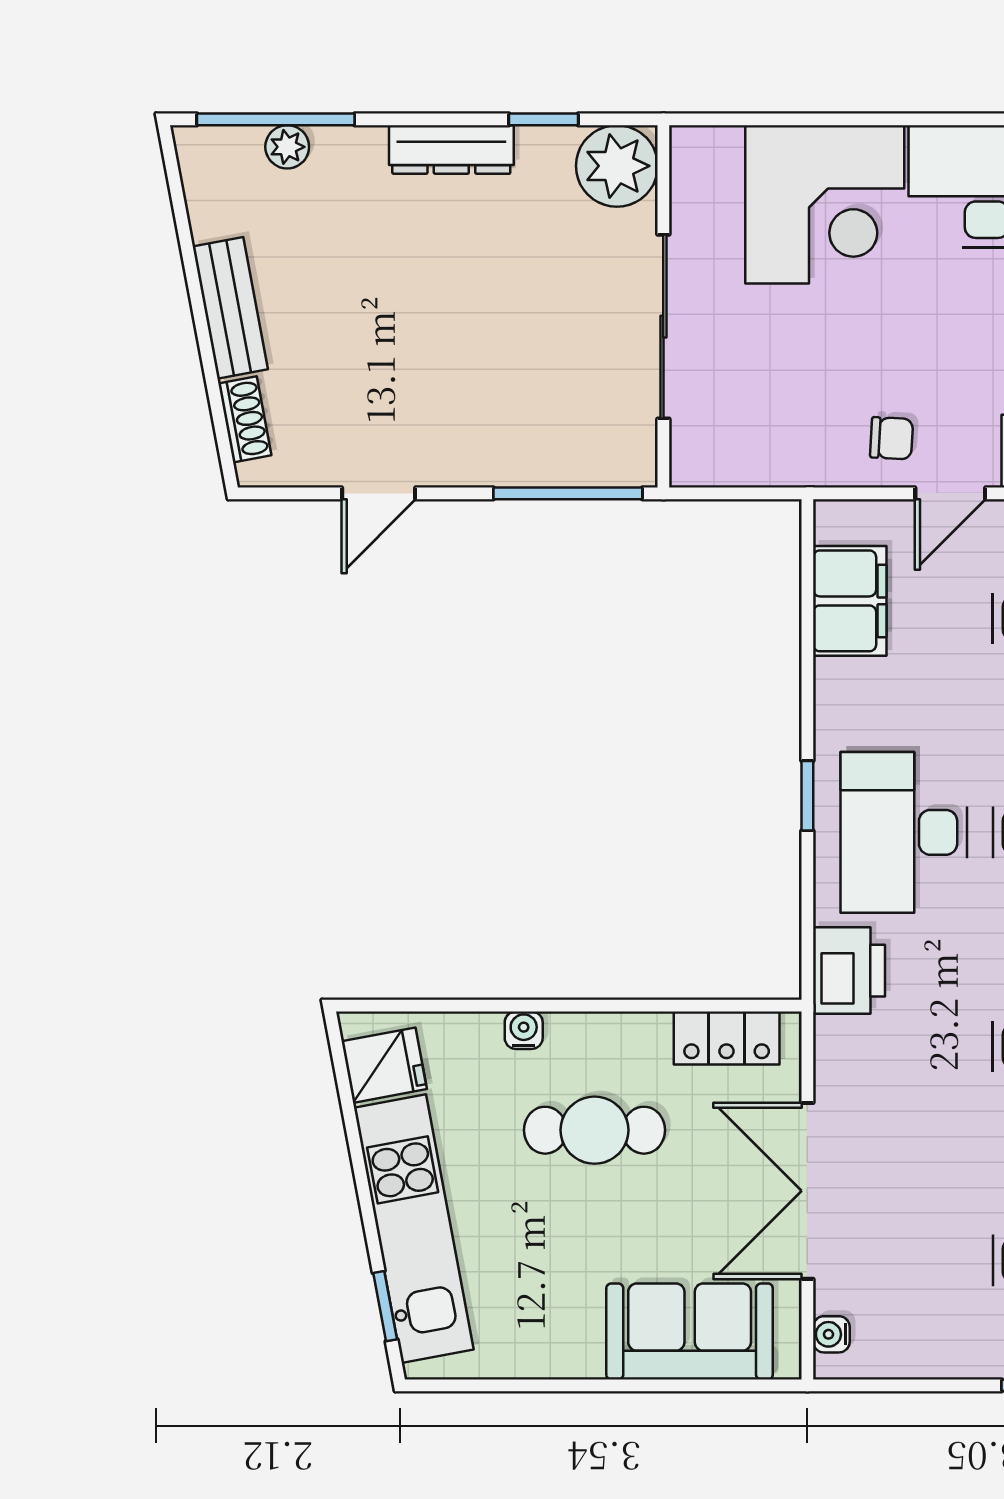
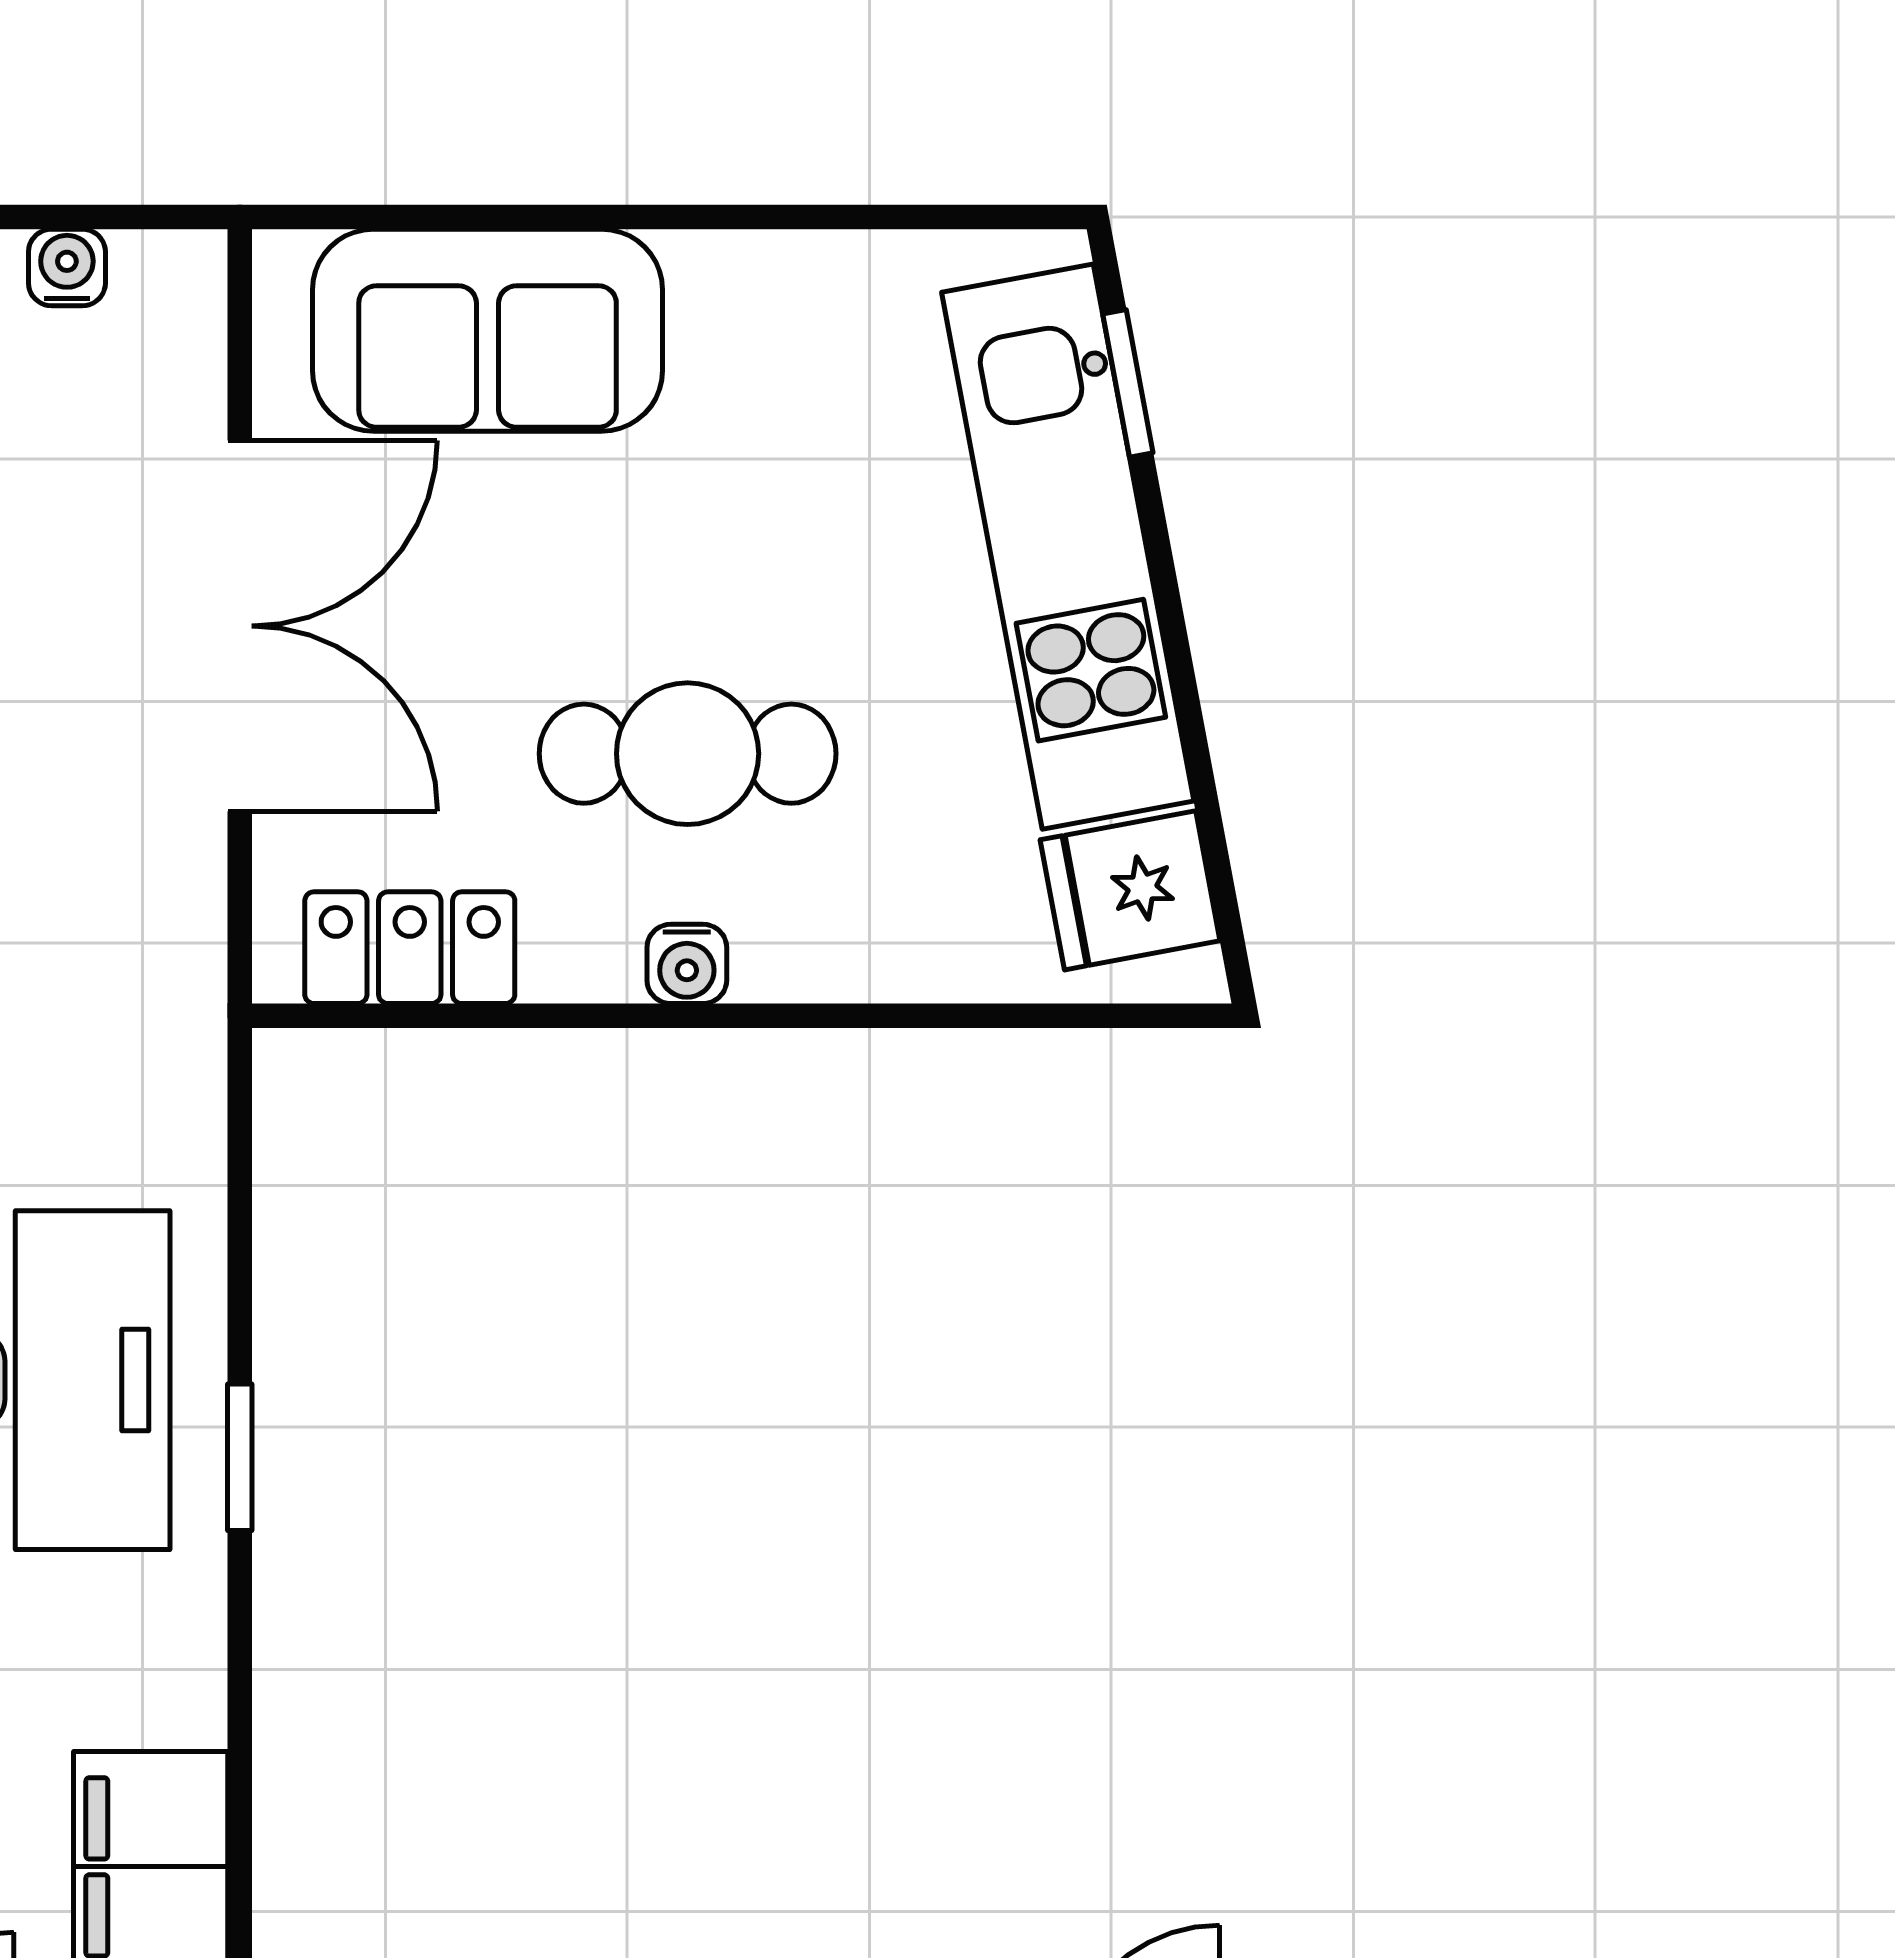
printer: (849, 971) -> (152, 1089), removed
water cooler: (524, 1030) -> (687, 964), moved
water cooler: (831, 1334) -> (67, 267), moved, turned -90

